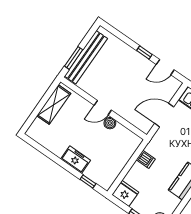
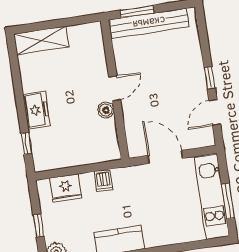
door: (165, 67) -> (215, 112), hinge flipped
shelving: (54, 105) -> (41, 40), moved
door: (103, 108) -> (115, 88), swing flipped
fridge: (125, 193) -> (66, 188), moved, turned 90

